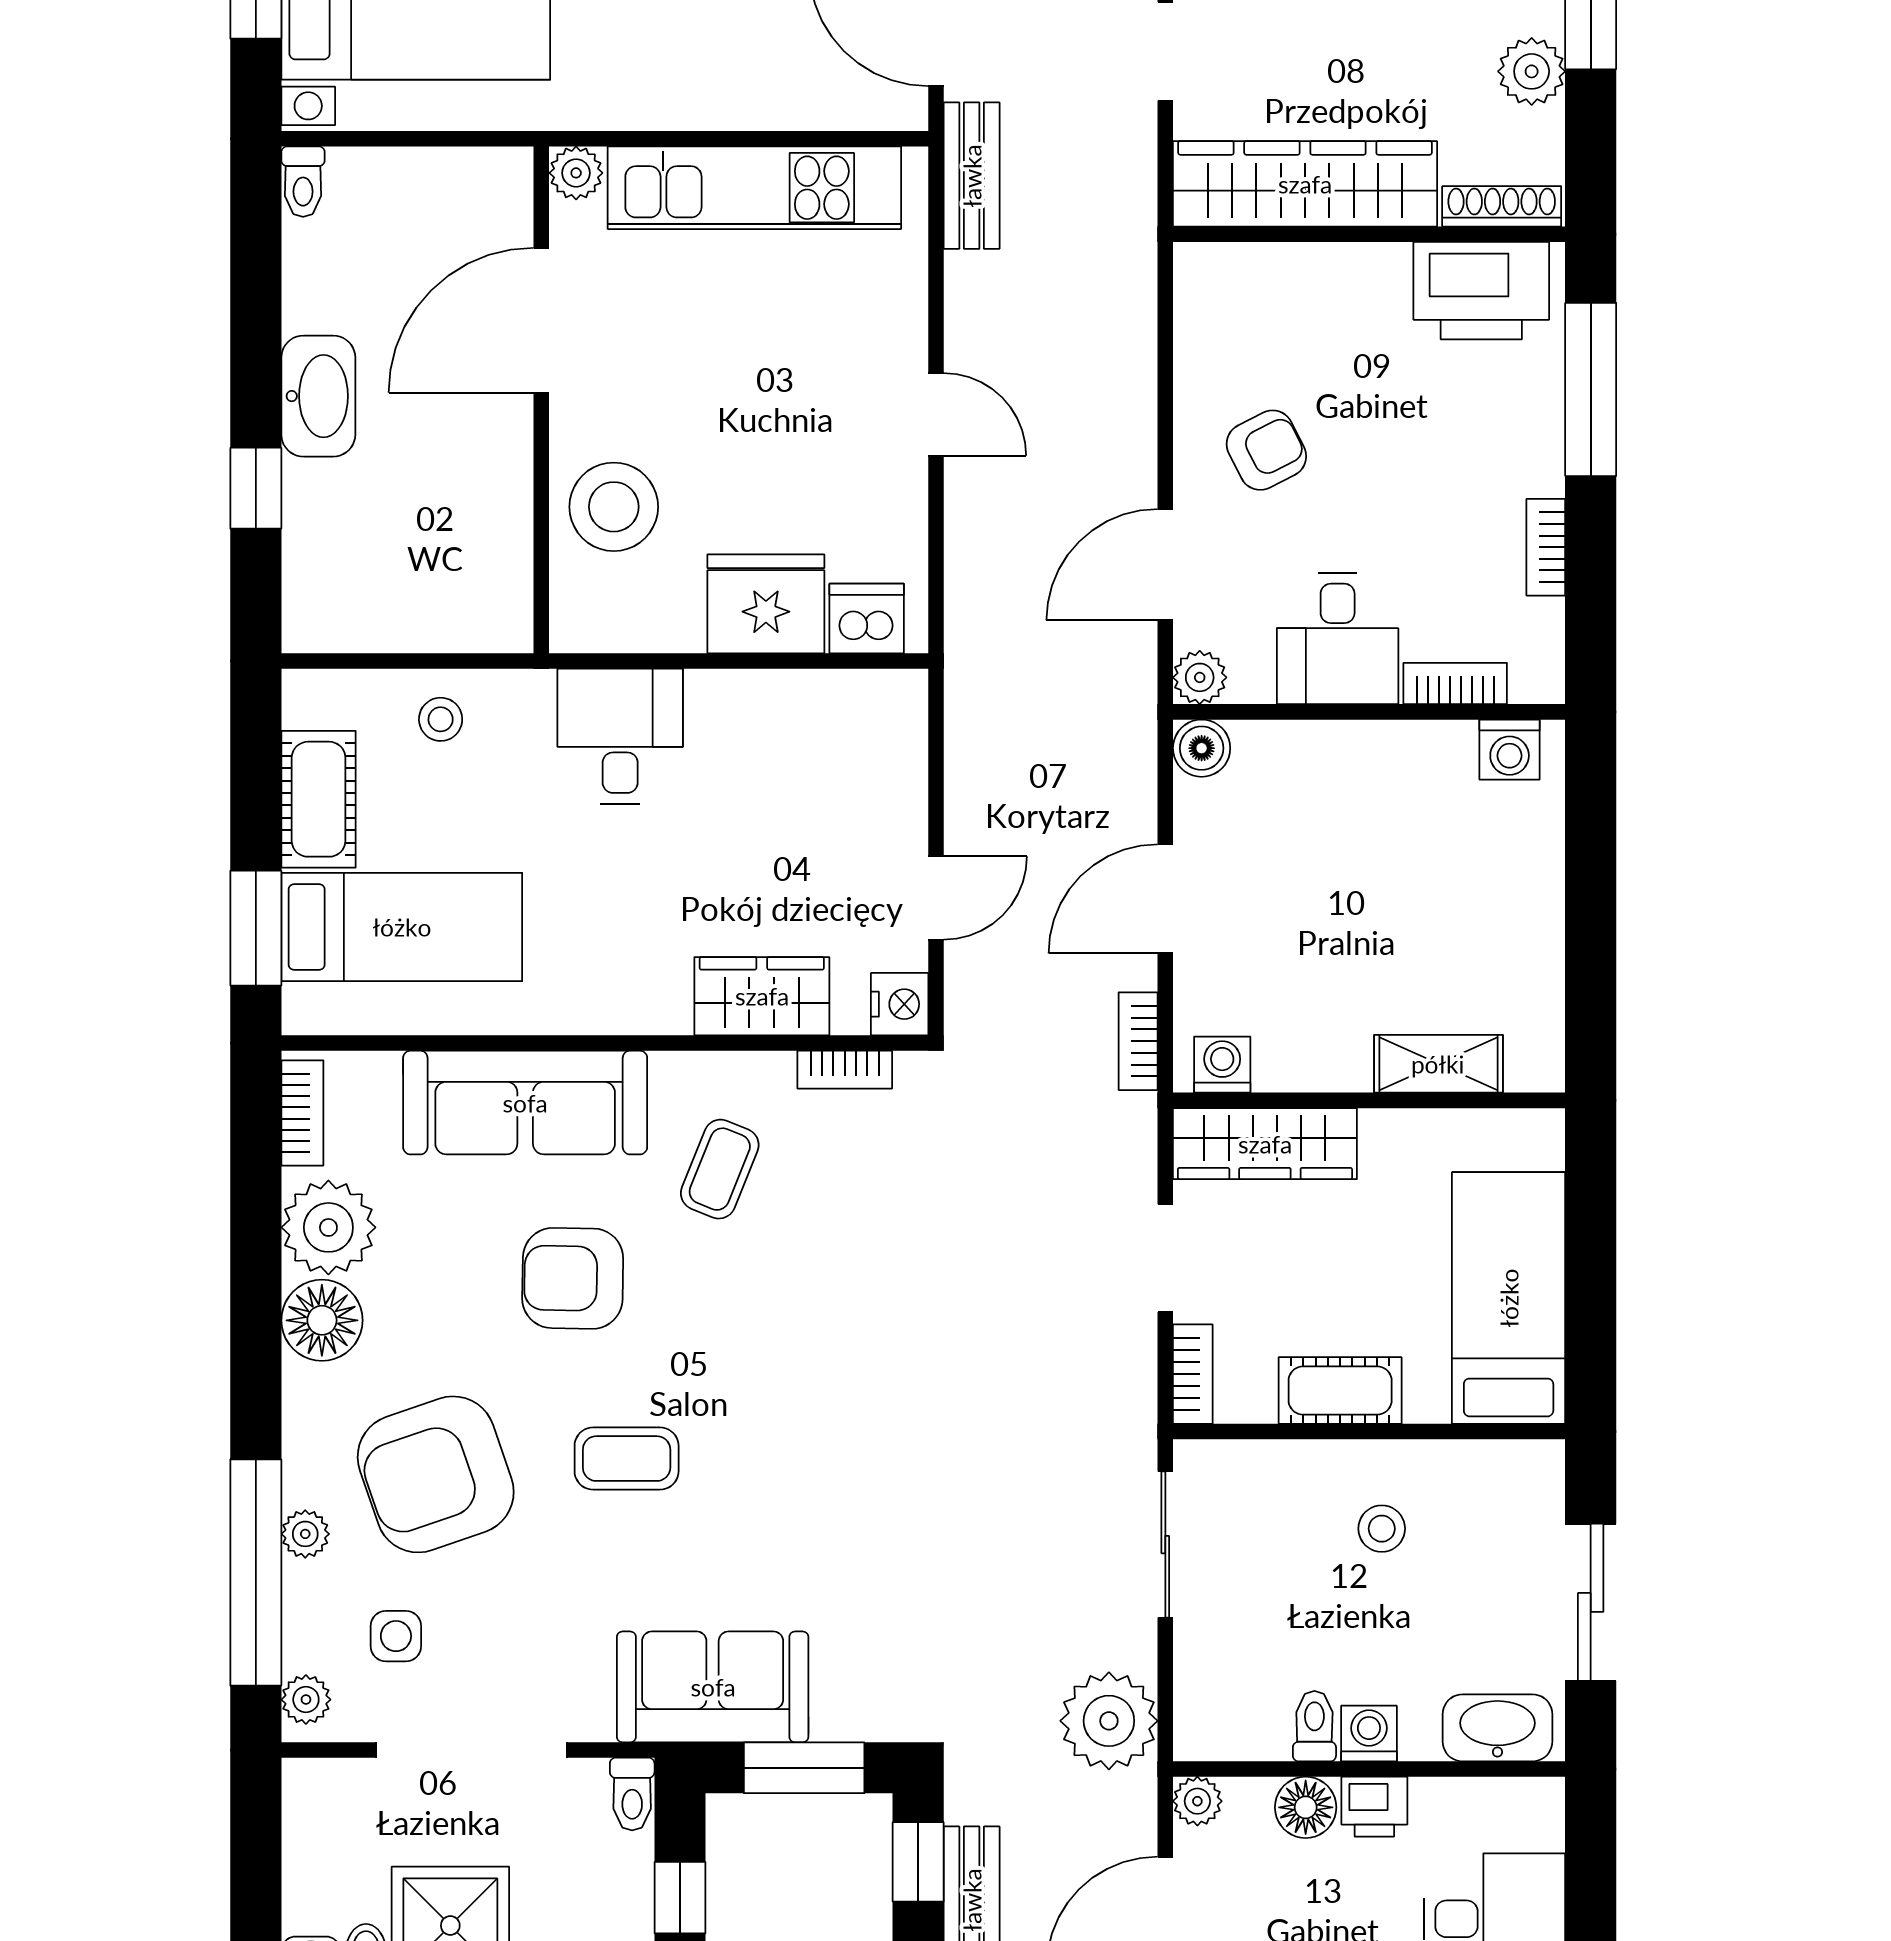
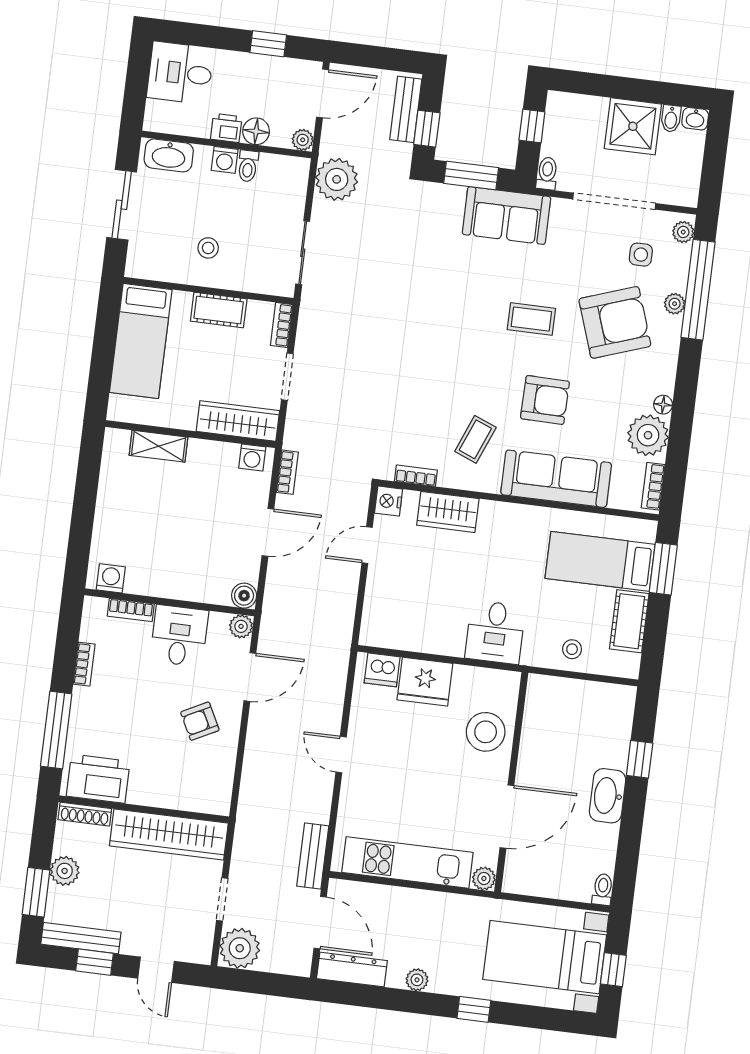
floor lamp: (322, 1320) -> (663, 405), width x0.53, depth x0.53

